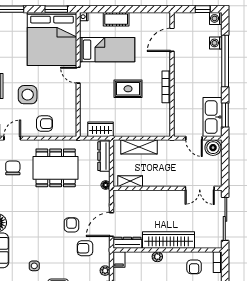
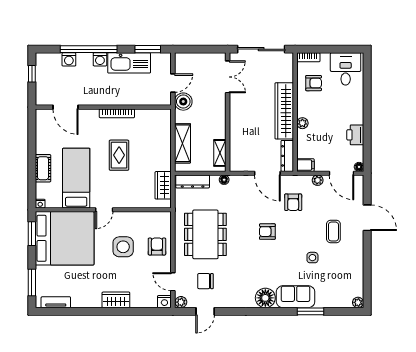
washing machine: (216, 18) -> (100, 59), moved
side table: (28, 95) -> (123, 247), moved
kitchen sink: (212, 117) -> (129, 63), moved
boiler: (213, 148) -> (183, 102), moved
armchair: (71, 225) -> (267, 232), moved

